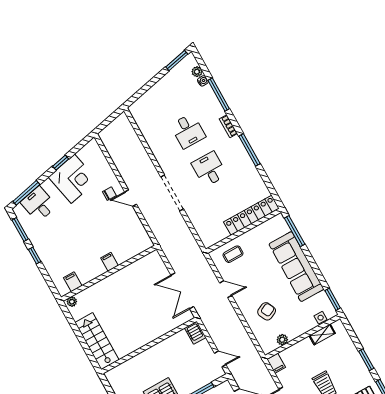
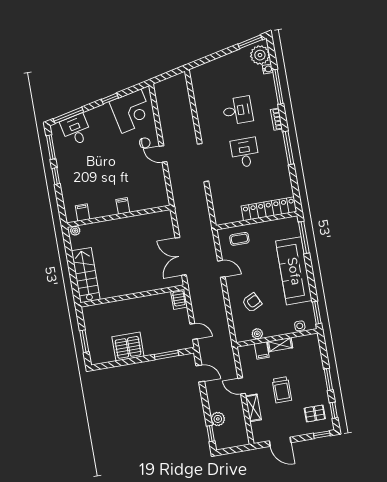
plant: (197, 72) -> (260, 55), width x1.88, depth x1.88
desk: (188, 131) -> (238, 110), turned -90
corner desk: (73, 179) -> (131, 111), moved
shelving: (322, 334) -> (280, 345), moved
filing cabinet: (276, 363) -> (262, 350), moved

